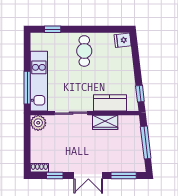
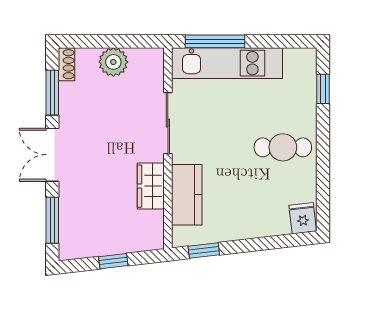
plant: (38, 123) -> (113, 62), moved
window: (146, 143) -> (113, 261), width x0.46
window: (55, 175) -> (52, 93), width x1.50

